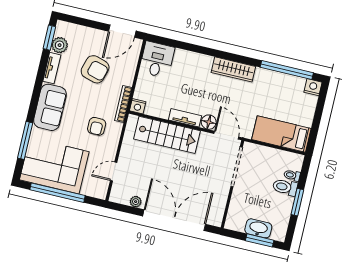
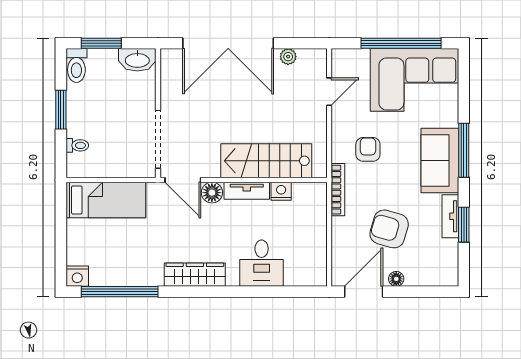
floor lamp: (98, 35) -> (396, 279), added
window: (49, 38) -> (464, 225), moved
plant: (60, 45) -> (447, 251), removed
desk: (157, 60) -> (262, 263), moved
nightstand: (138, 106) -> (281, 191), moved
window: (25, 140) -> (464, 150), moved
toilet: (285, 187) -> (76, 65), moved, turned 90
washbasin: (258, 228) -> (137, 60), moved

